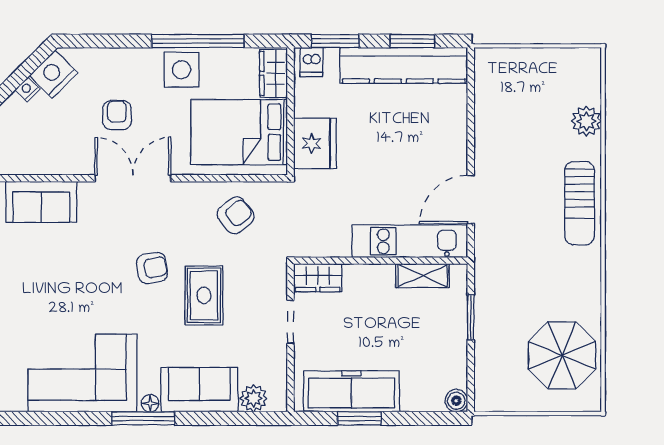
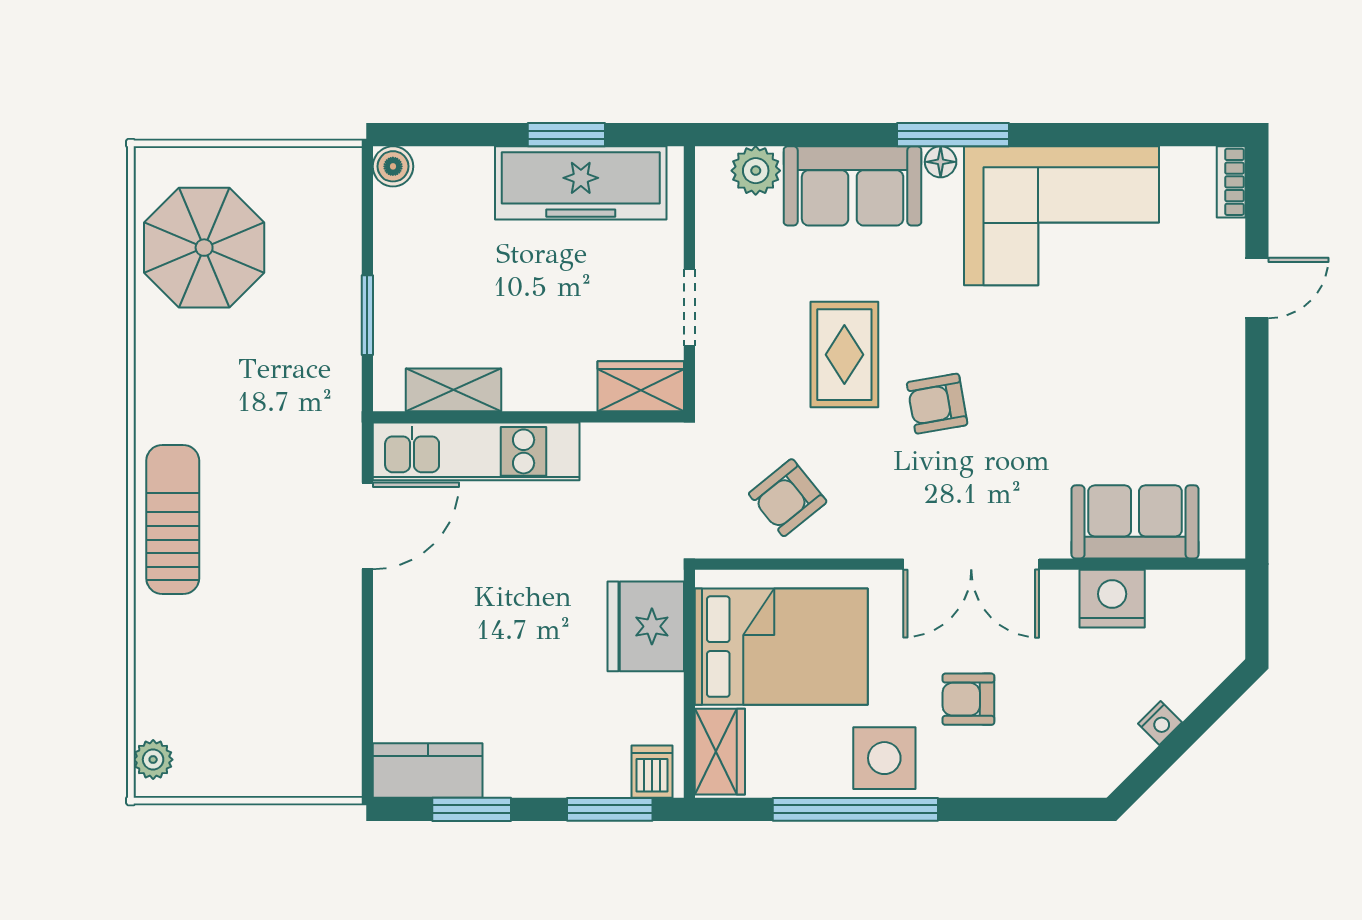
kitchen counter: (404, 65) -> (428, 770), width x0.48, depth x0.86
nightstand: (53, 74) -> (1112, 599), moved, turned -135
armchair: (117, 115) -> (968, 699), moved, turned 90
plant: (586, 121) -> (153, 760), moved, width x0.73, depth x0.73

